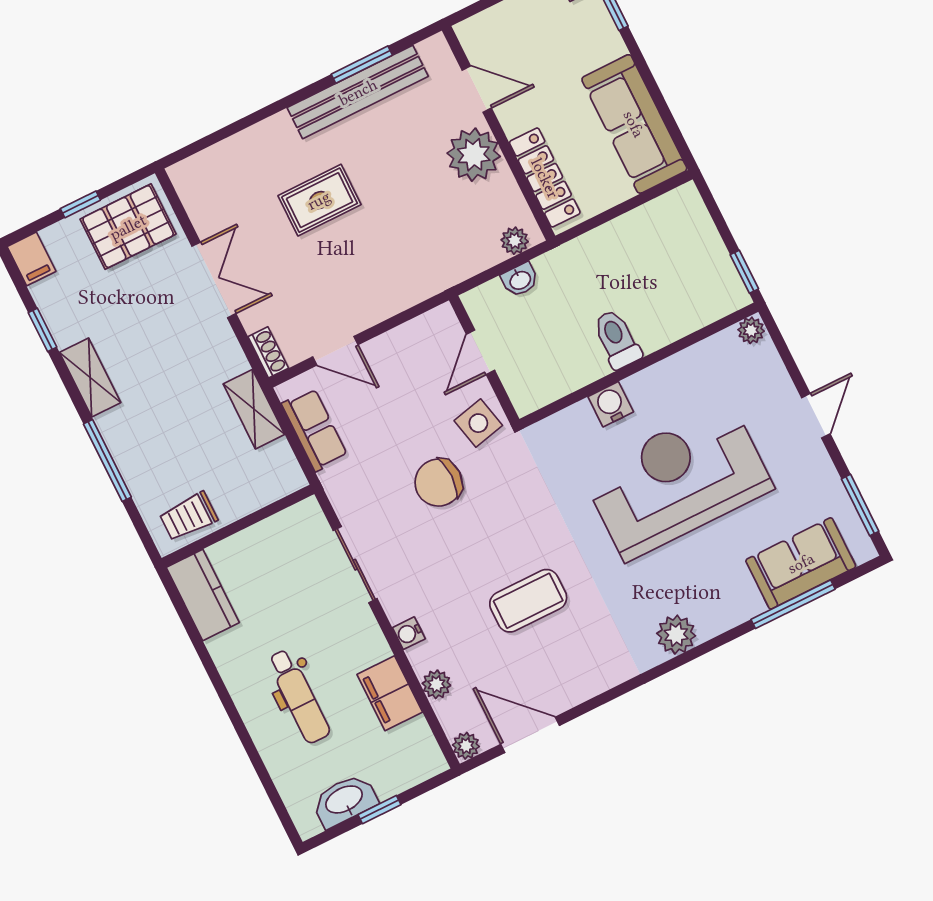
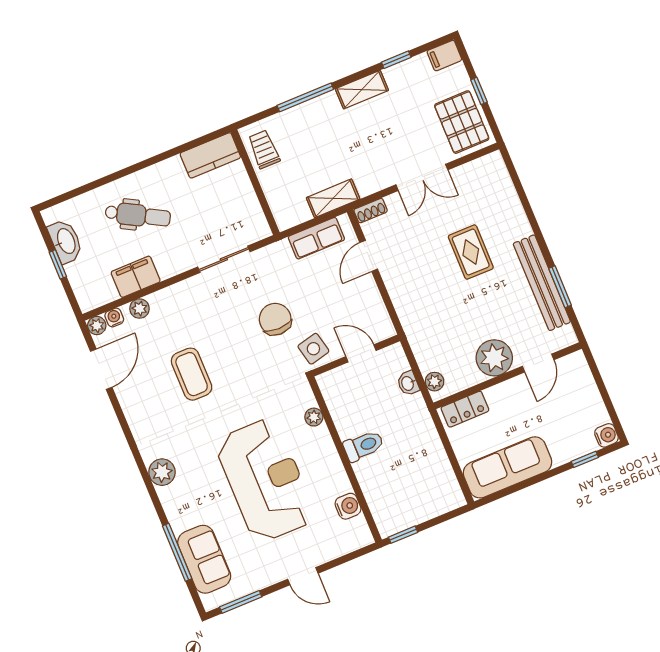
locker: (545, 178) -> (465, 409), width x0.66
plant: (751, 330) -> (314, 417), moved
water cooler: (611, 404) -> (348, 506), moved
water cooler: (409, 633) -> (114, 317), moved
dental chair: (299, 696) -> (138, 215), turned -151

